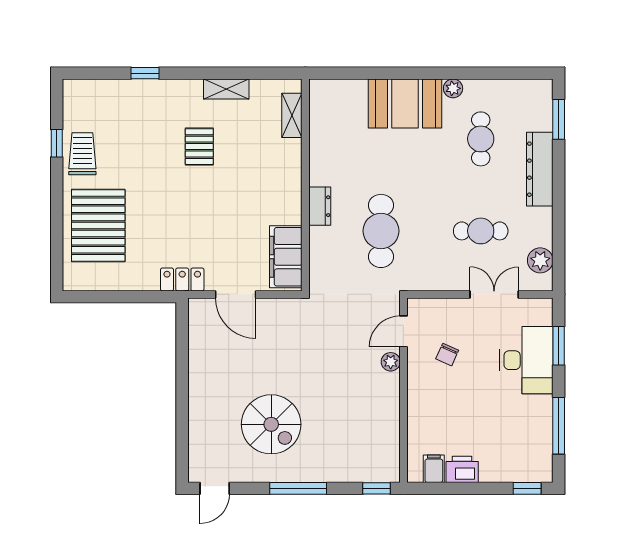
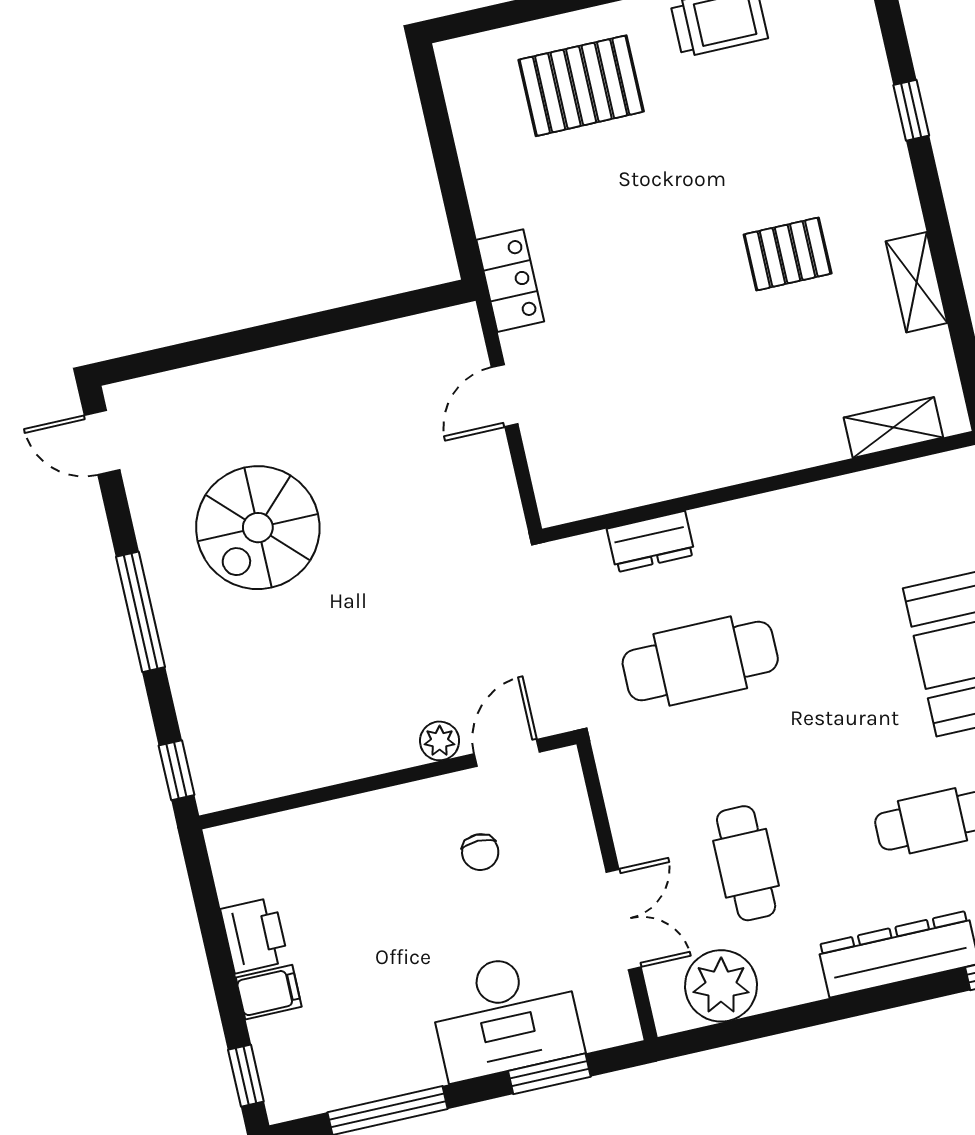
dresser: (320, 206) -> (651, 542), moved
pallet: (98, 225) -> (581, 86), width x0.73, depth x0.71
filing cabinet: (286, 257) -> (604, 480), removed
plant: (540, 260) -> (721, 986), width x1.36, depth x1.36
door: (236, 294) -> (505, 396), width x0.73
door: (403, 331) -> (507, 753), hinge flipped
chair: (447, 355) -> (480, 852), turned -114
filing cabinet: (434, 469) -> (269, 992), moved

